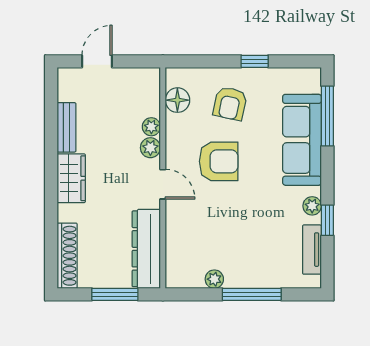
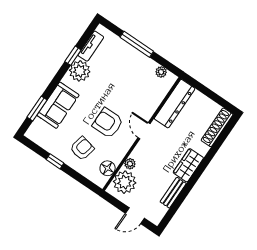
window: (327, 116) -> (37, 109), width x0.69
sofa: (302, 140) -> (58, 105), width x0.73
plant: (150, 148) -> (125, 182), moved, width x1.88, depth x1.88
plant: (312, 206) -> (80, 71), width x1.88, depth x1.88
plant: (214, 279) -> (161, 72), moved
window: (115, 294) -> (206, 91), removed

